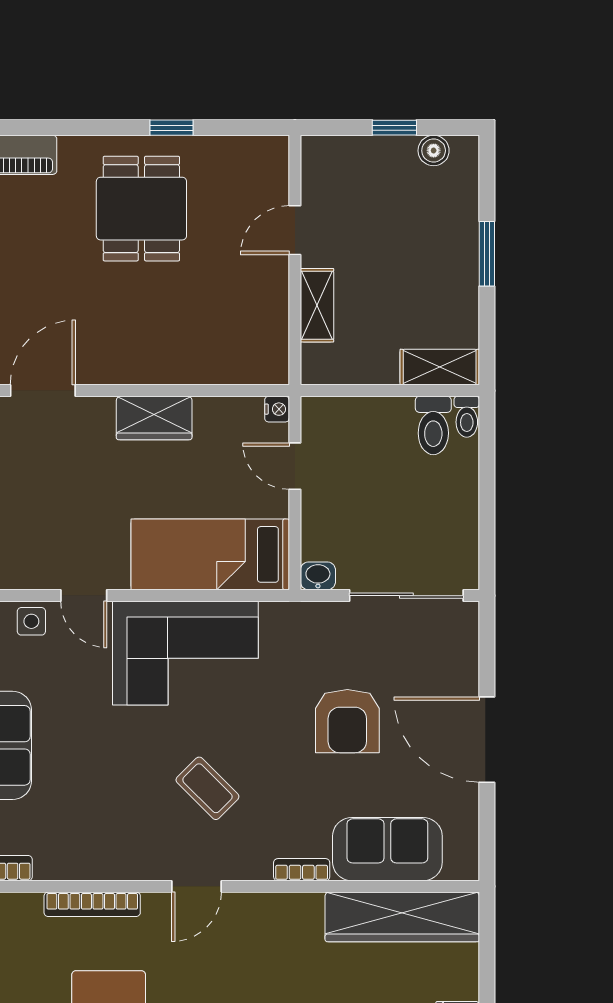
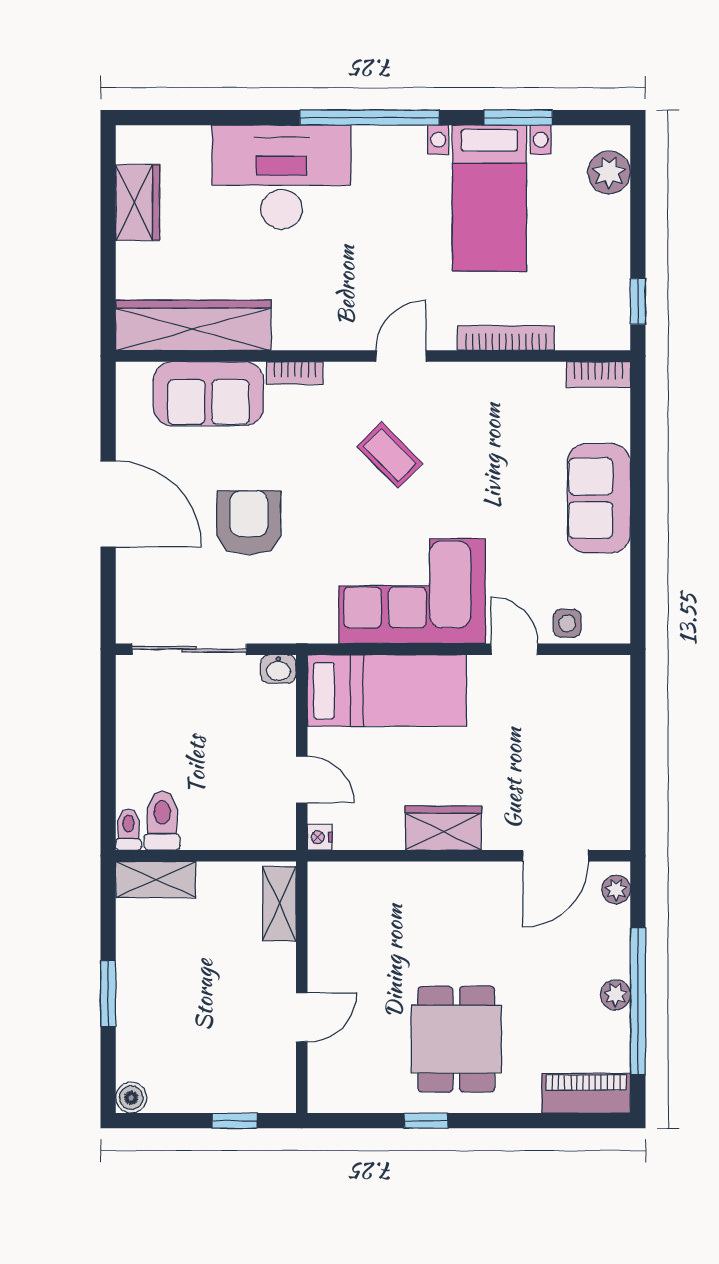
window: (394, 128) -> (235, 1121), moved
boiler: (434, 151) -> (131, 1098), moved
shelving: (317, 305) -> (279, 904), moved

